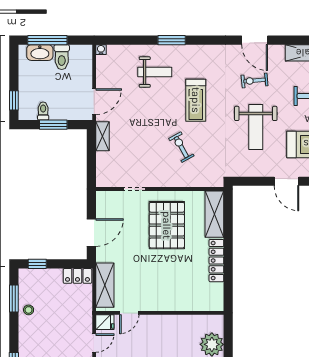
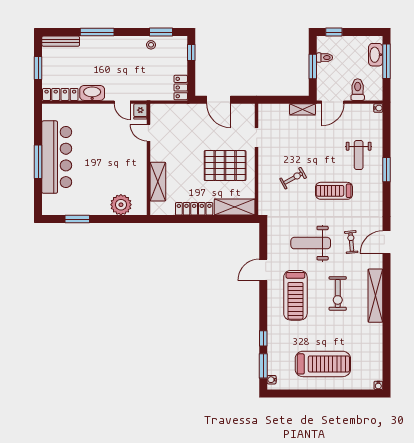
toilet: (62, 57) -> (358, 90), moved, turned 90
door: (94, 102) -> (333, 102), hinge flipped
shelving: (105, 285) -> (158, 182), moved, turned 90

